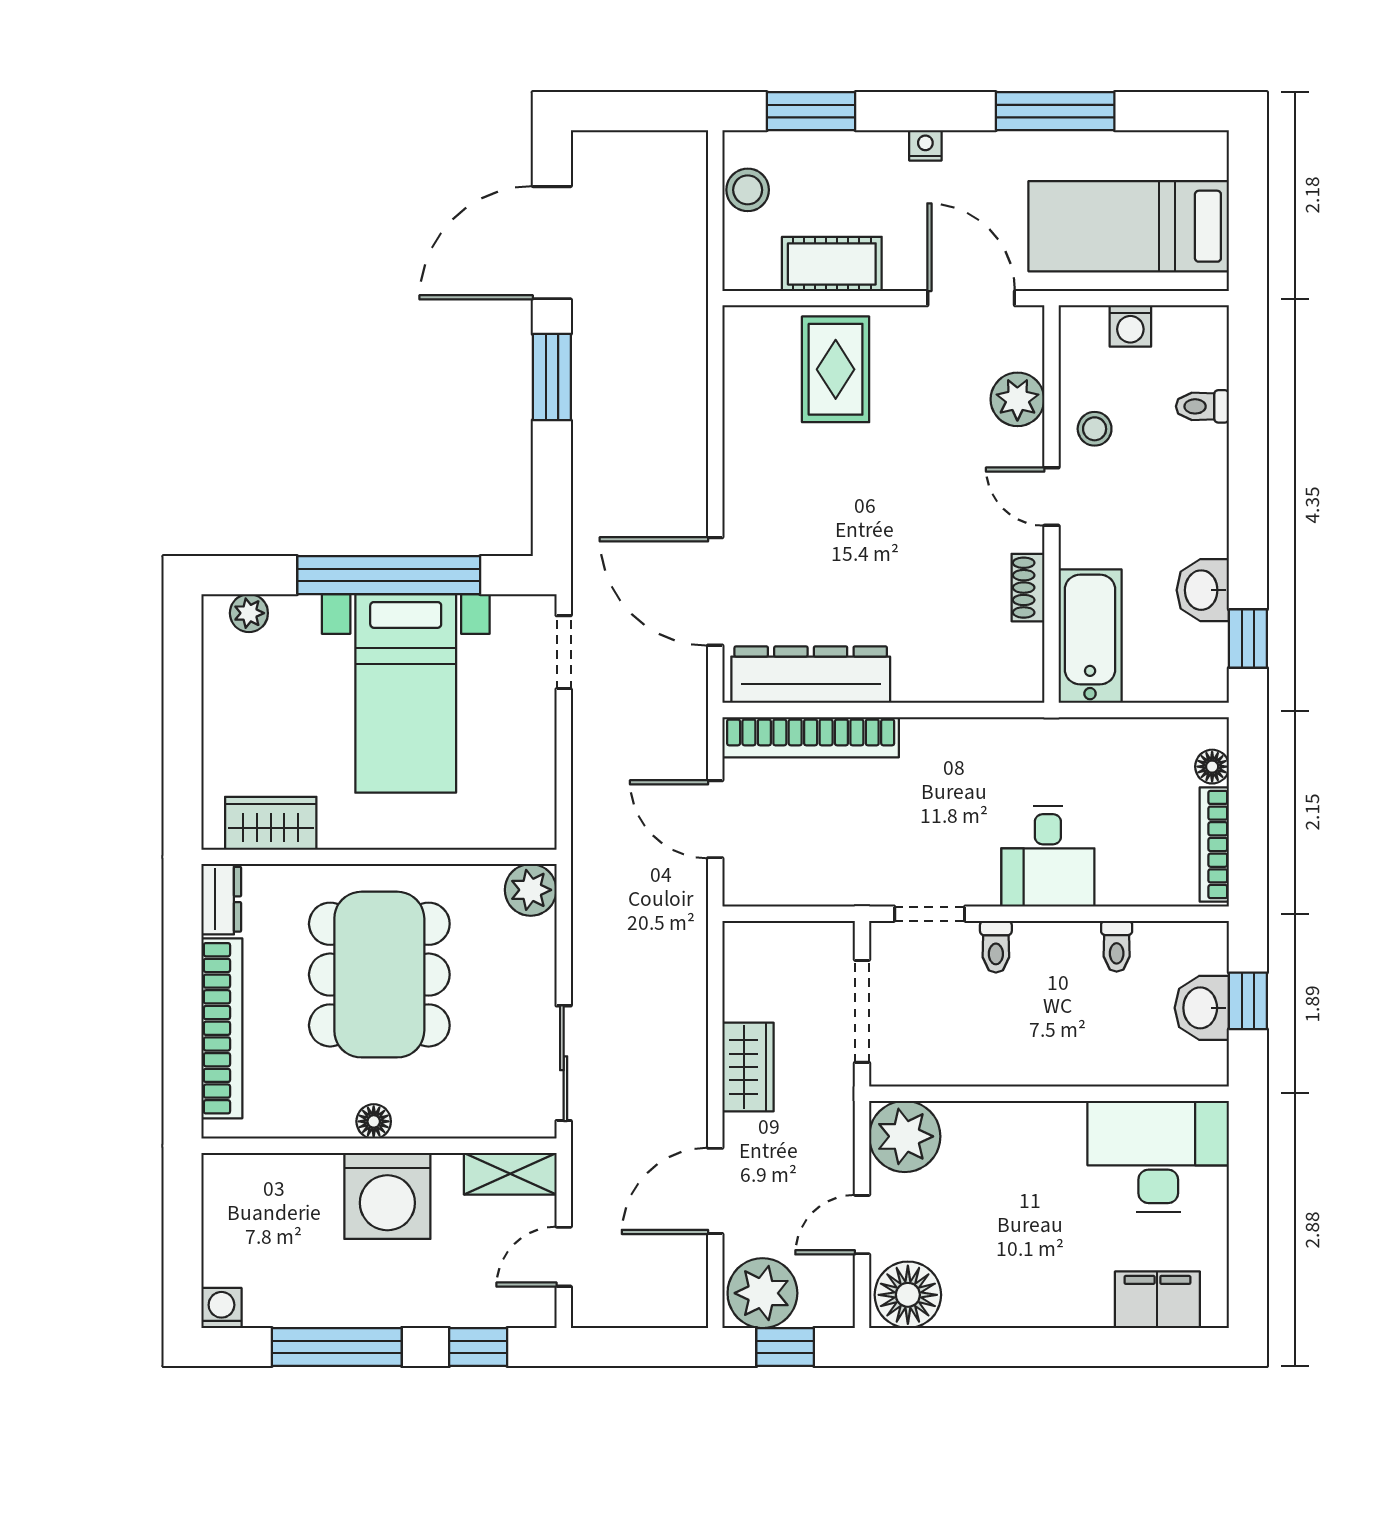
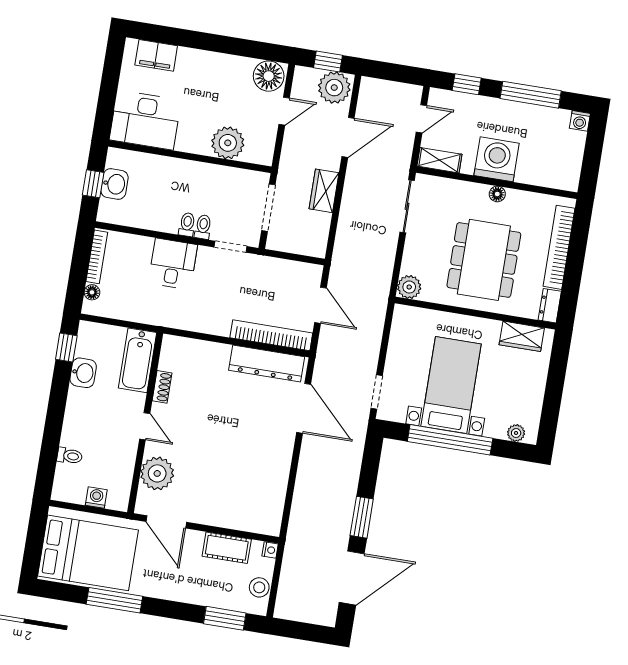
nightstand: (925, 145) -> (270, 550), moved, turned -90
bed: (1129, 226) -> (88, 553), width x1.50
rug: (836, 369) -> (233, 500), removed
plant: (1017, 399) -> (157, 473), width x1.36, depth x1.36
stool: (1095, 429) -> (120, 454), removed
toilet: (1117, 946) -> (187, 224), moved
plant: (905, 1136) -> (228, 143), moved

